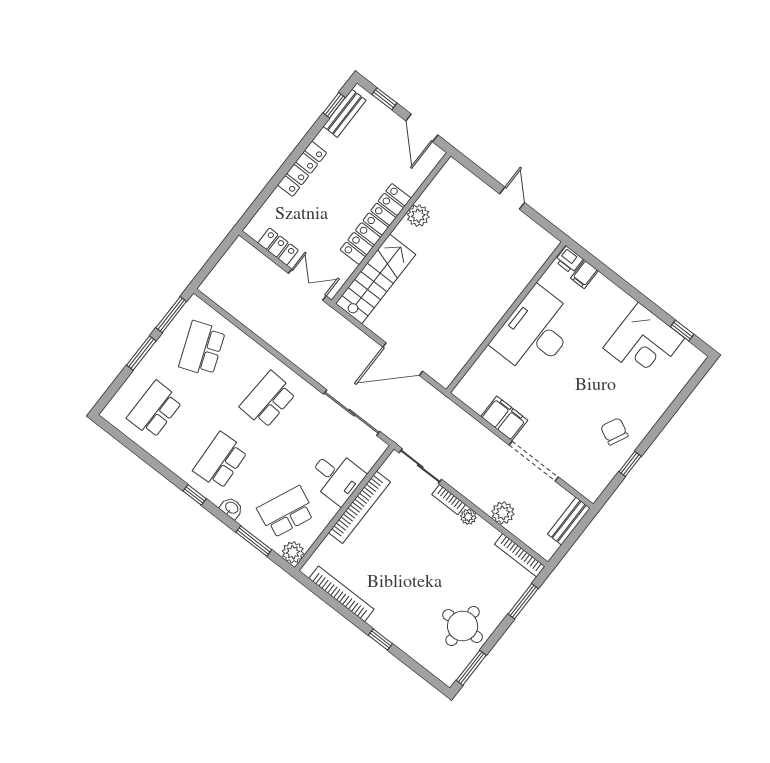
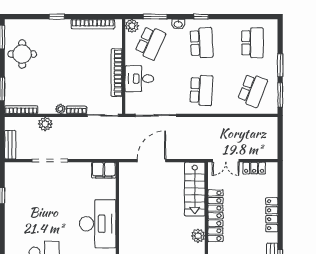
school desk: (202, 348) -> (252, 90), turned 42
filing cabinet: (504, 418) -> (104, 170), moved
chair: (614, 431) -> (22, 205), removed

